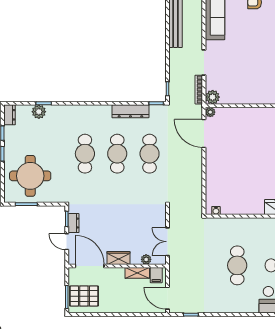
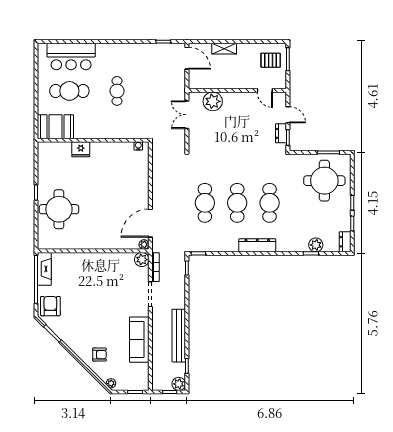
dresser: (130, 111) -> (257, 245), moved
door: (204, 133) -> (150, 223), swing flipped
double door: (167, 242) -> (187, 115), swing flipped
wardrobe: (118, 258) -> (236, 98), removed
plant: (146, 259) -> (213, 101), width x1.87, depth x1.87
cafe table: (237, 265) -> (117, 91), width x0.73, depth x0.74
door: (90, 266) -> (265, 90), width x0.53
shelving: (137, 273) -> (224, 49), moved
filing cabinet: (156, 275) -> (198, 81), removed
pallet: (84, 296) -> (271, 60), width x0.67, depth x0.71

